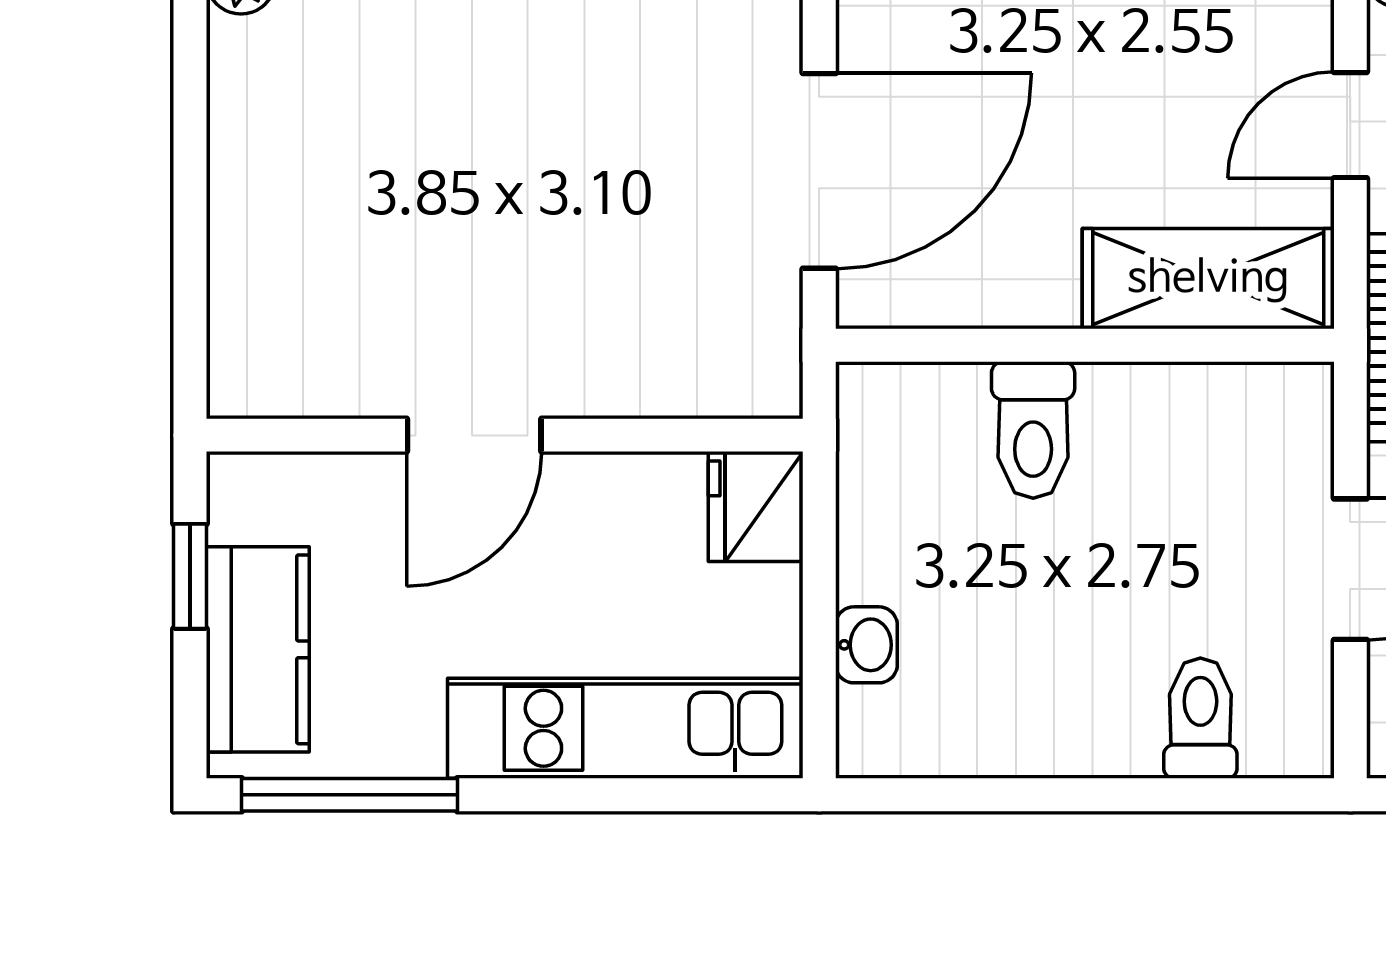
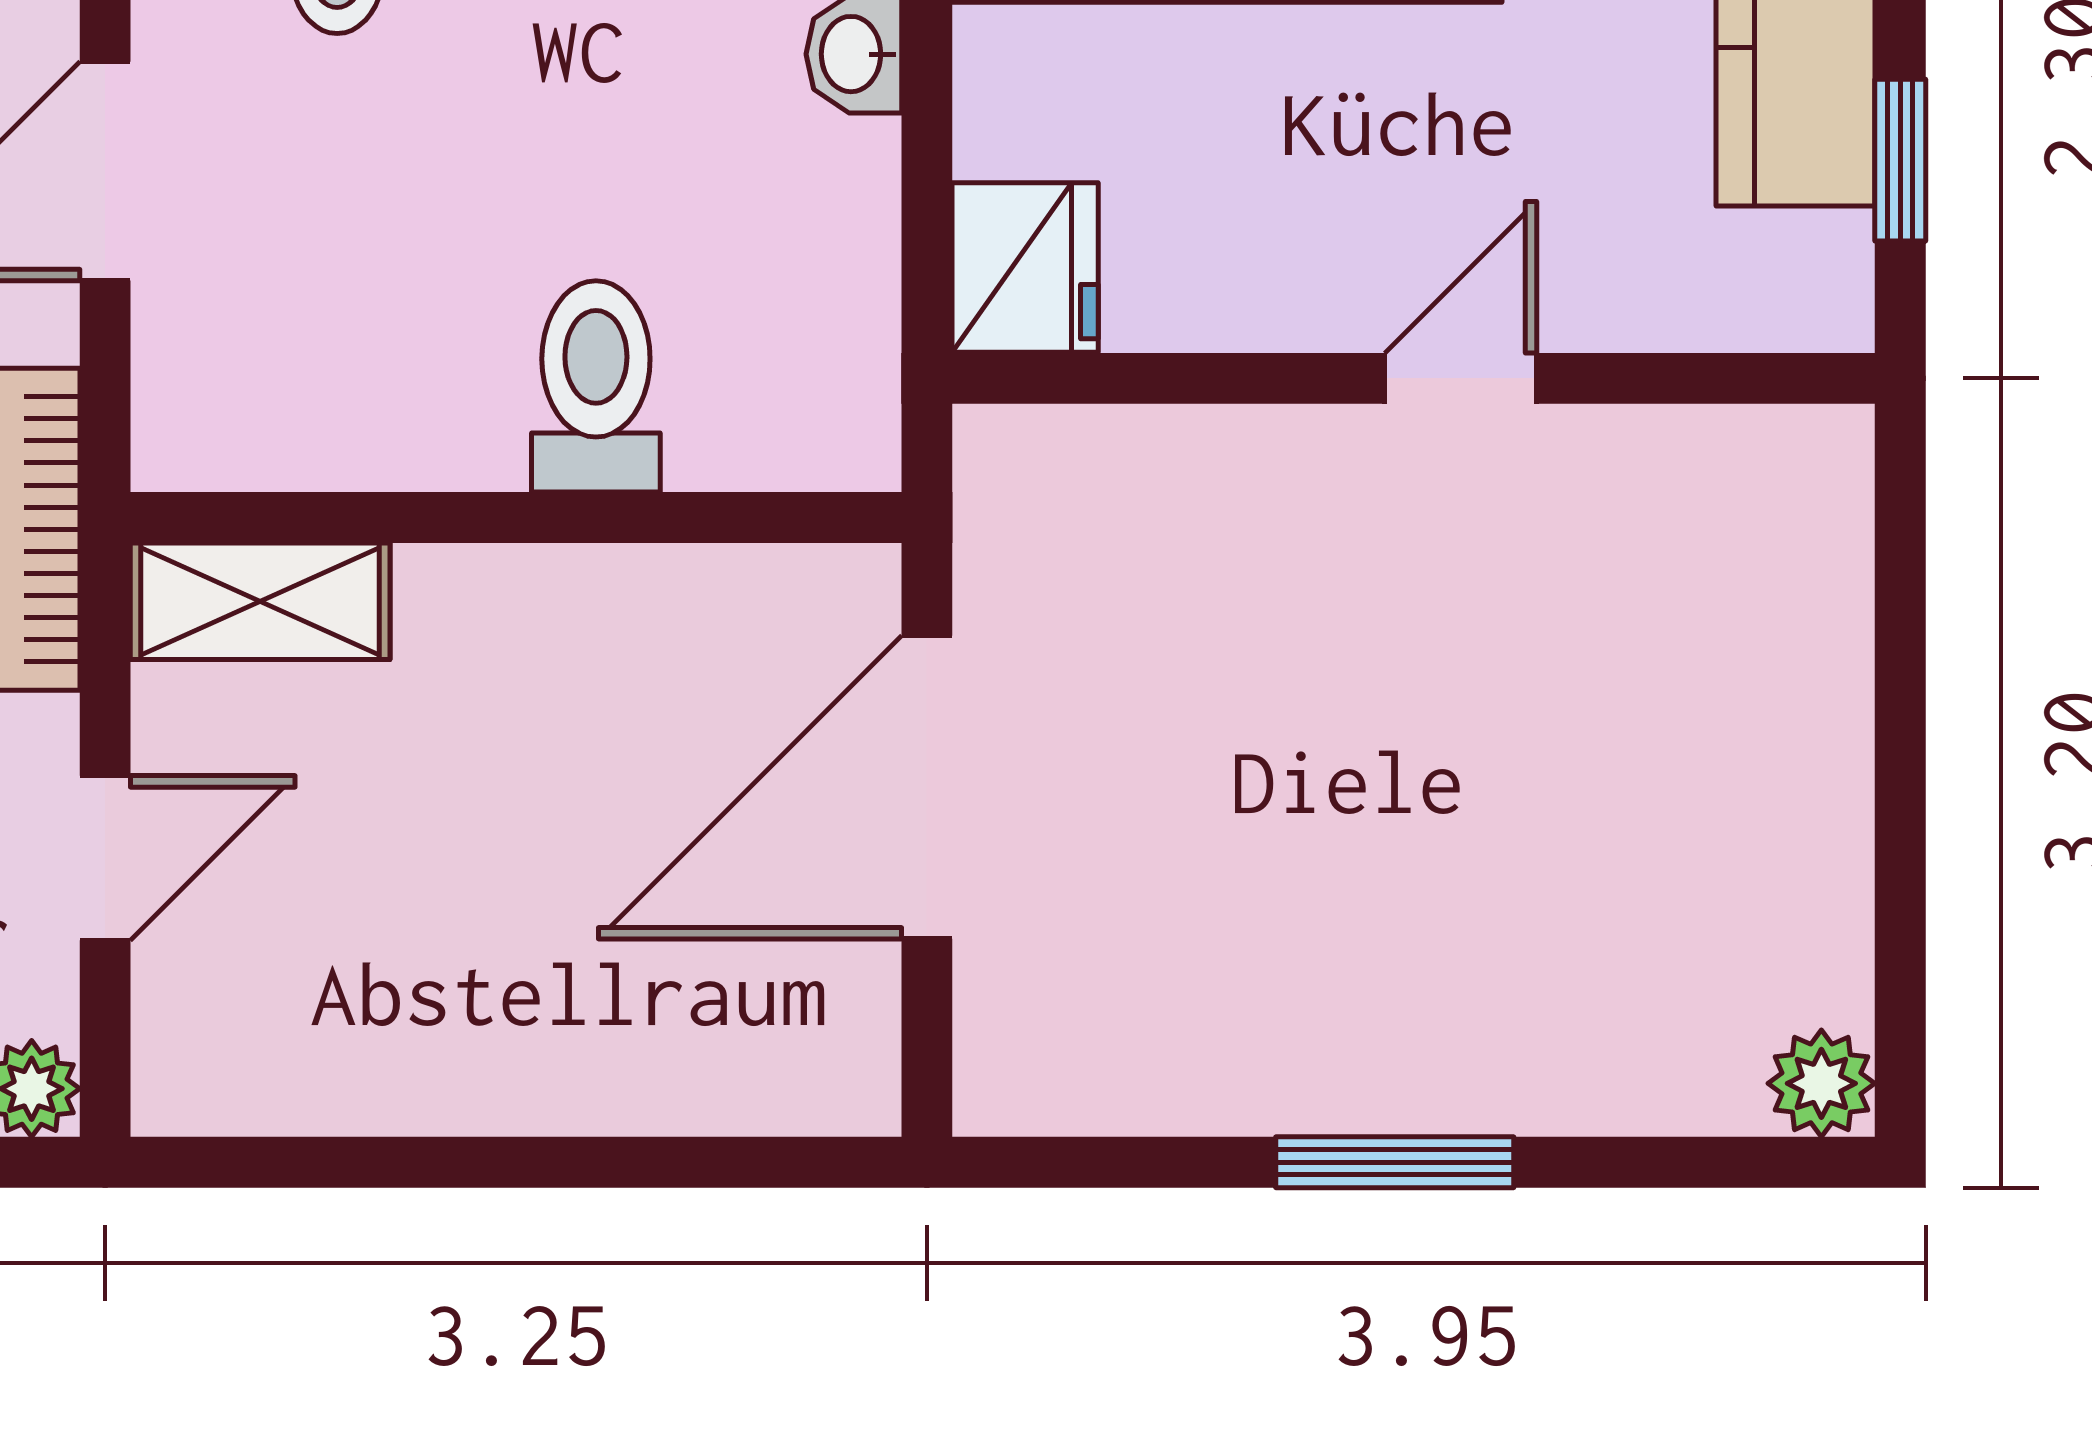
shelving: (1208, 279) -> (260, 601), width x0.67, depth x0.75
door: (474, 435) -> (1461, 378), width x0.73

